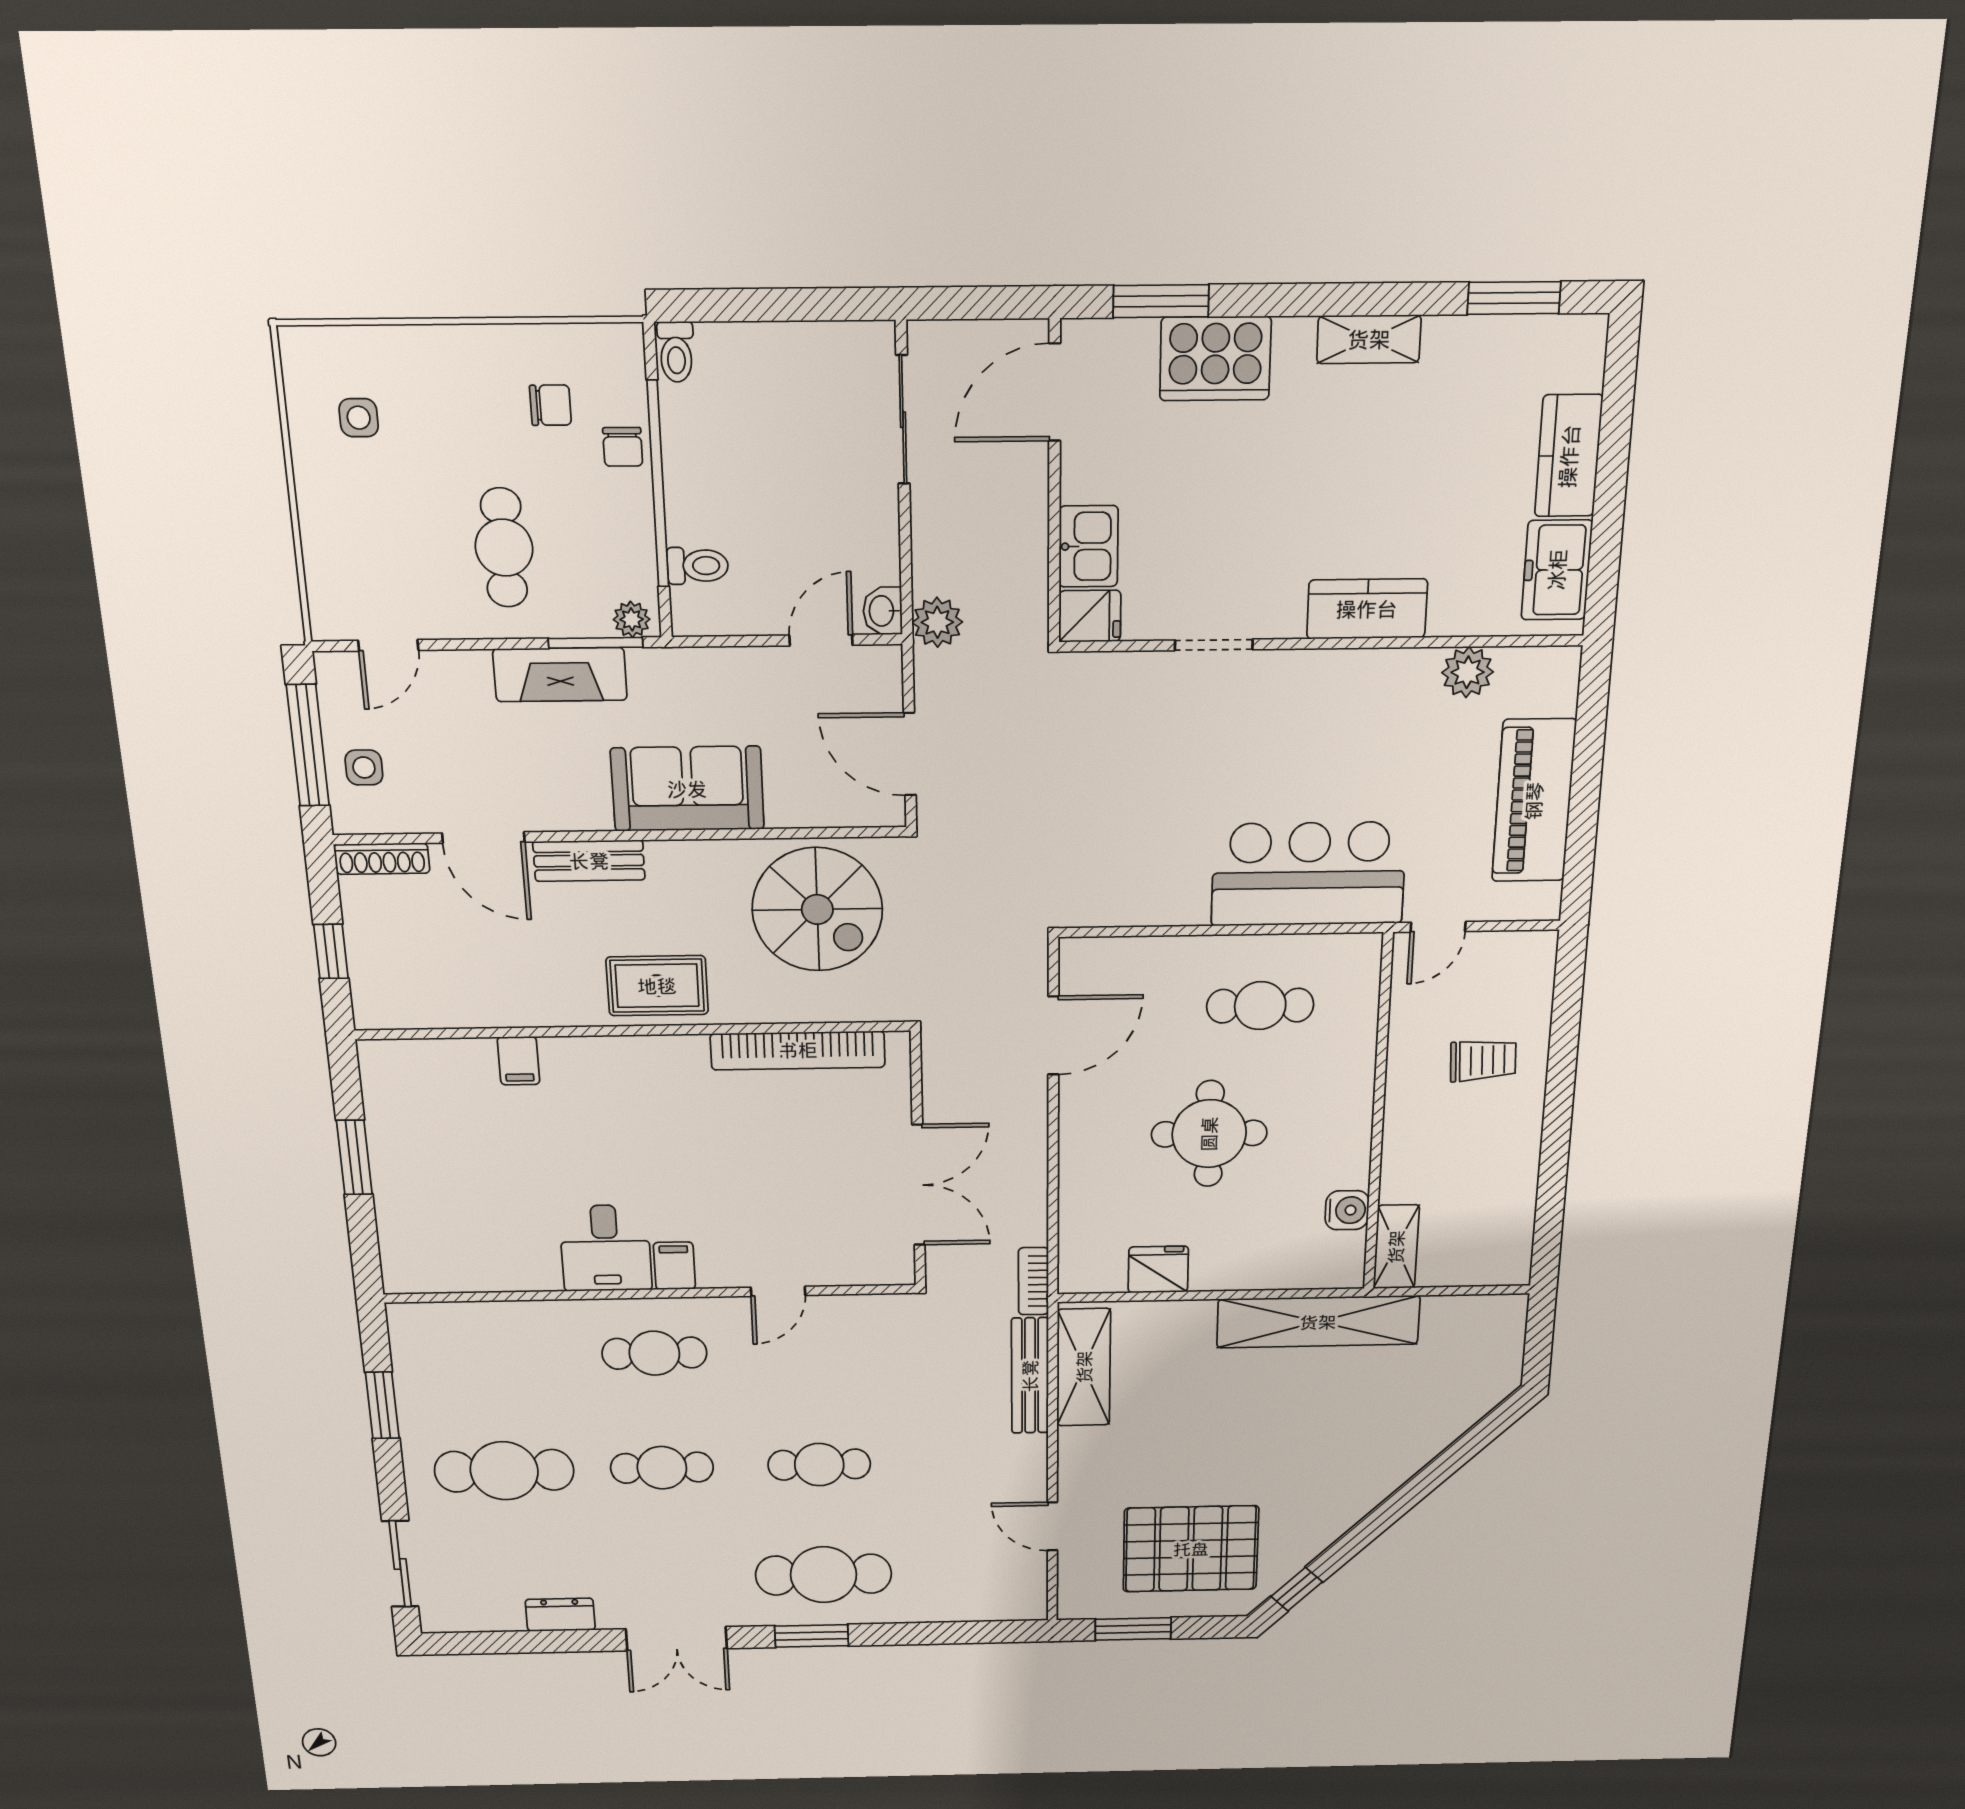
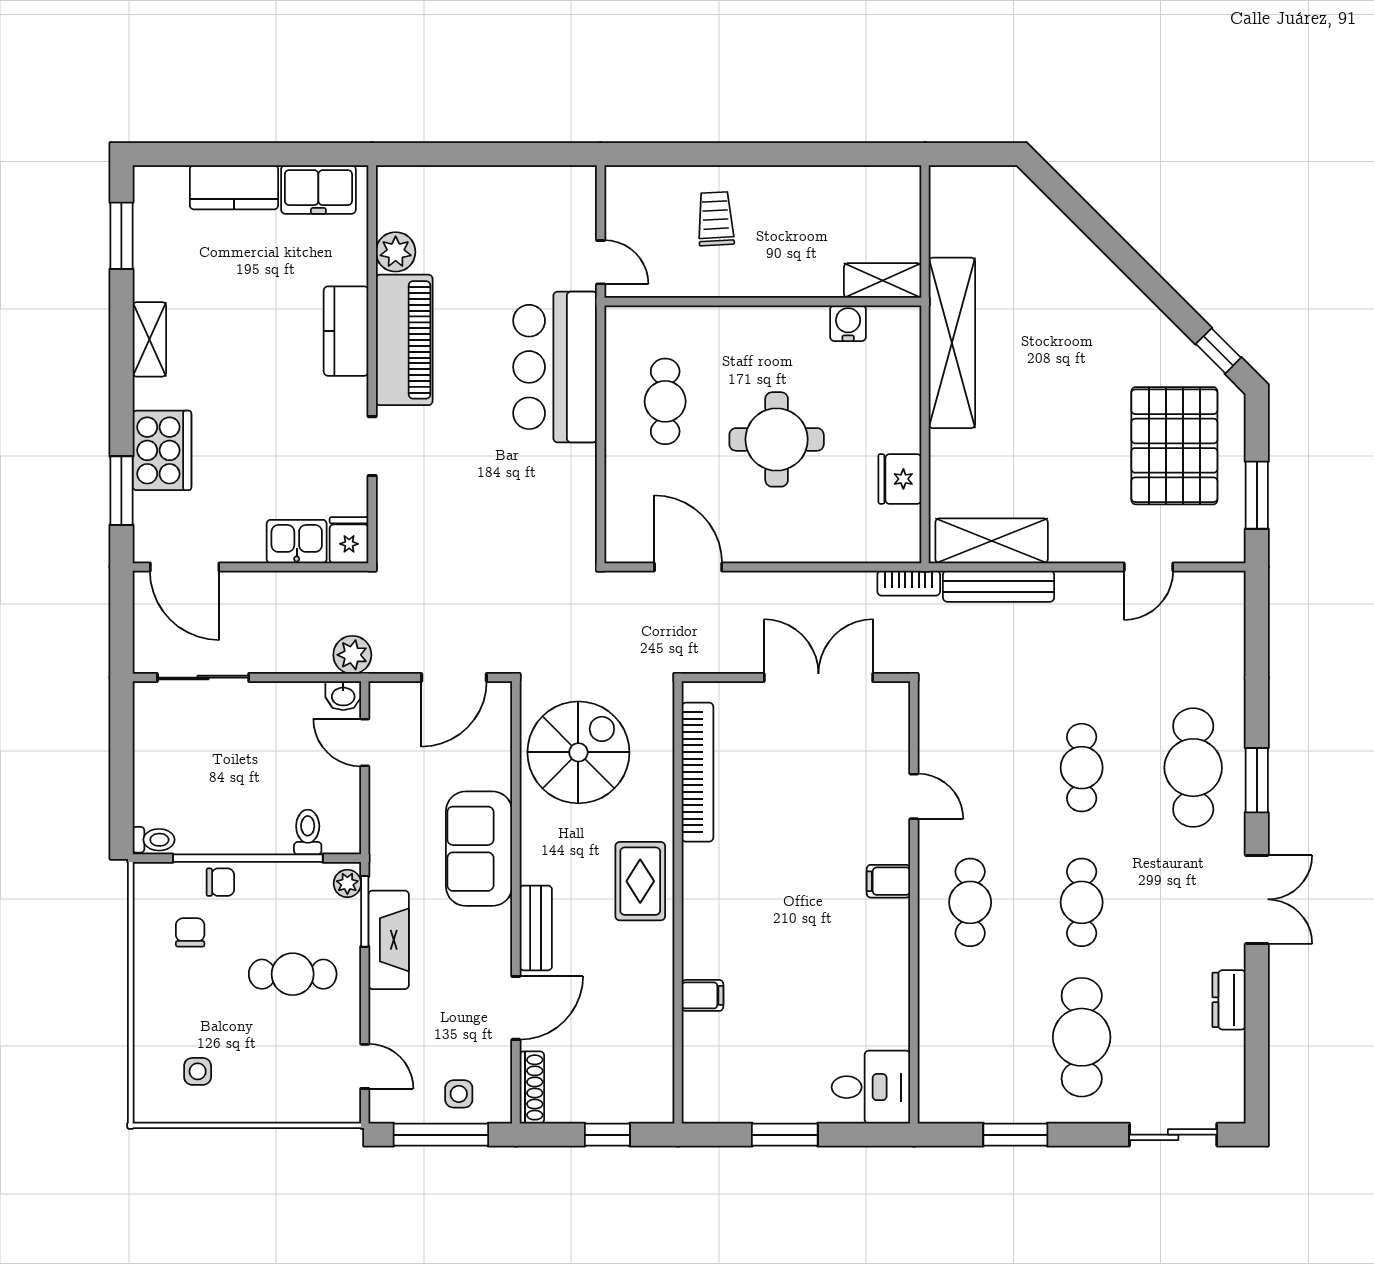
piano: (1534, 801) -> (404, 340), moved, turned -90
desk: (606, 1248) -> (871, 1087), moved

